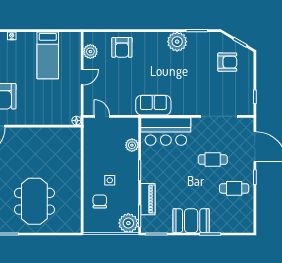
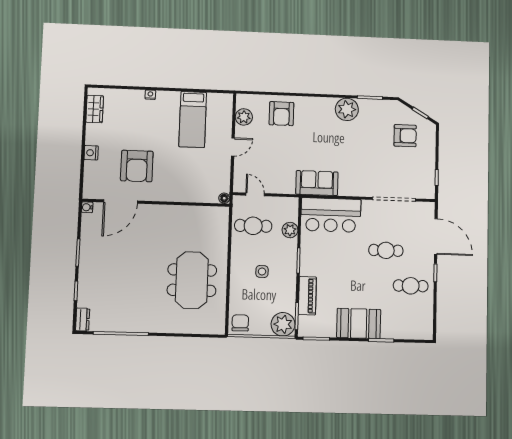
cafe table: (101, 143) -> (253, 226), added
meeting table: (34, 201) -> (192, 280), moved
chair: (100, 201) -> (240, 323), moved

